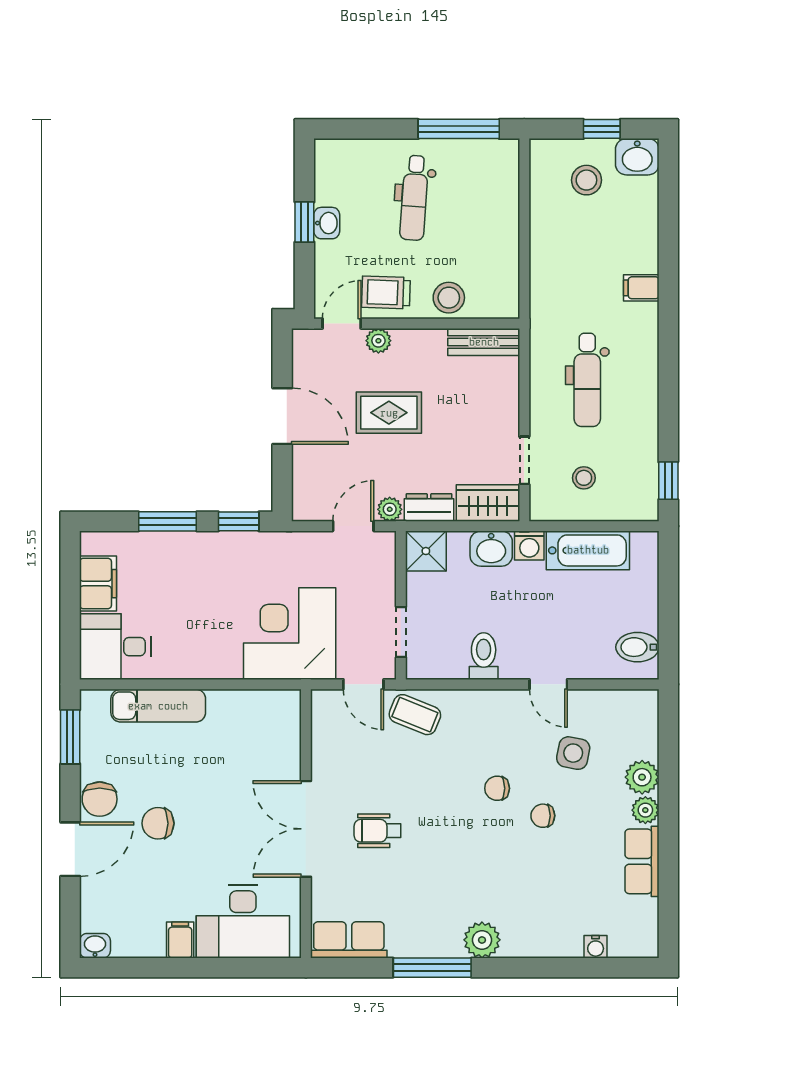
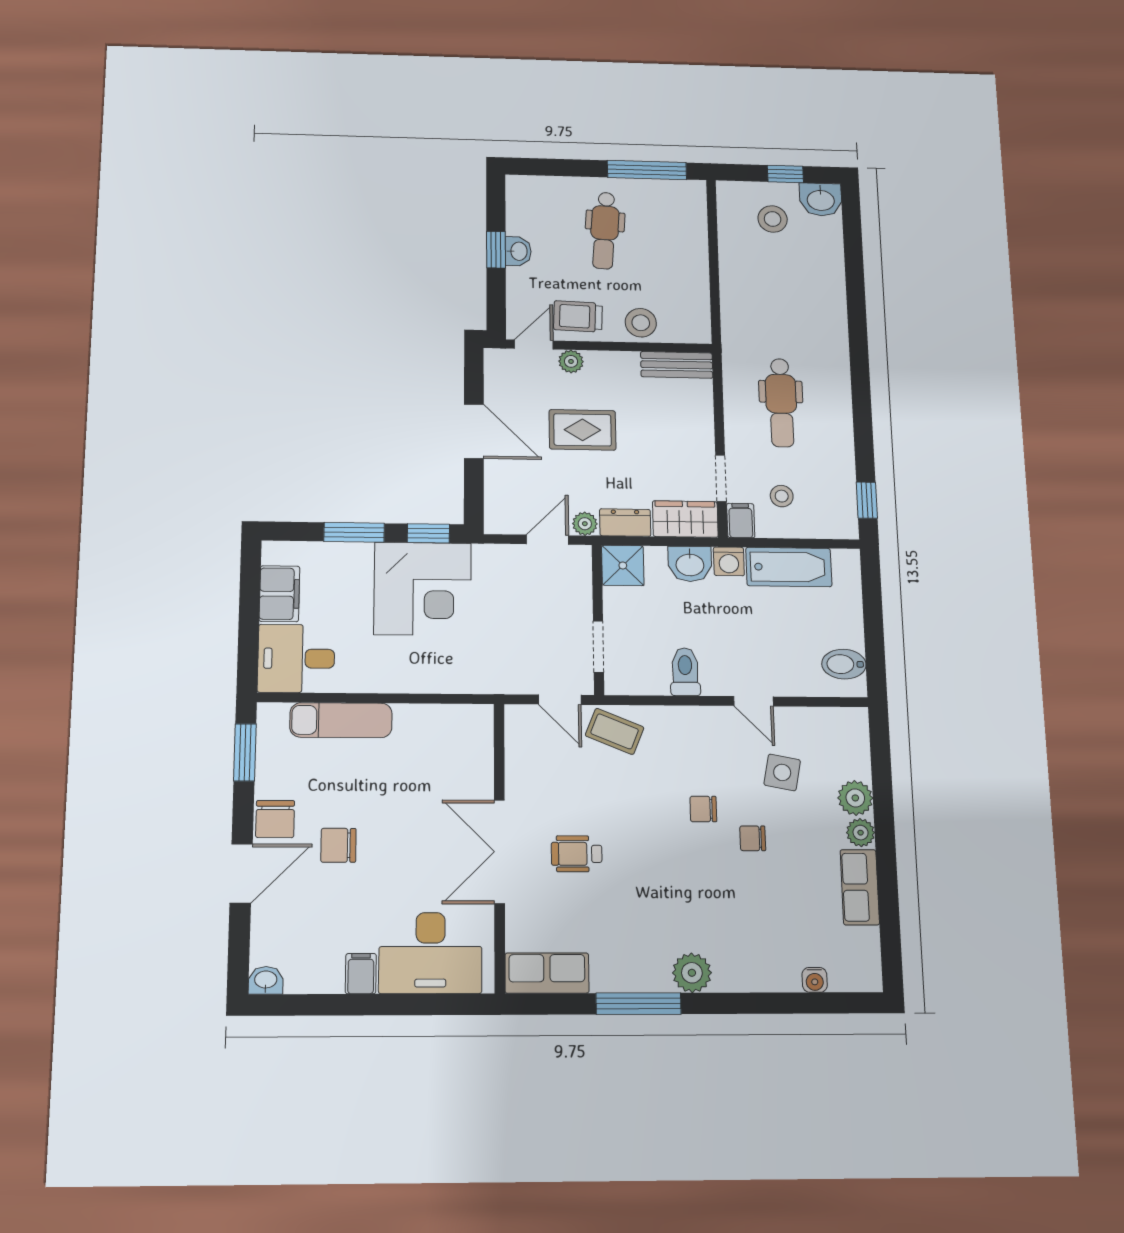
filing cabinet: (641, 288) -> (741, 521), moved, turned 90
corner desk: (290, 634) -> (423, 589), moved, turned 180

